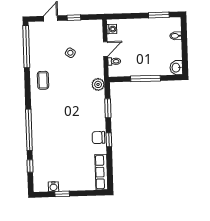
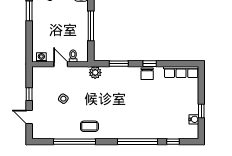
window: (26, 47) -> (75, 142), moved

